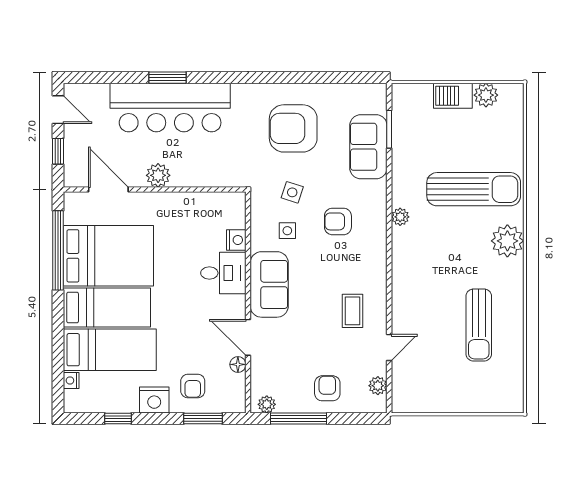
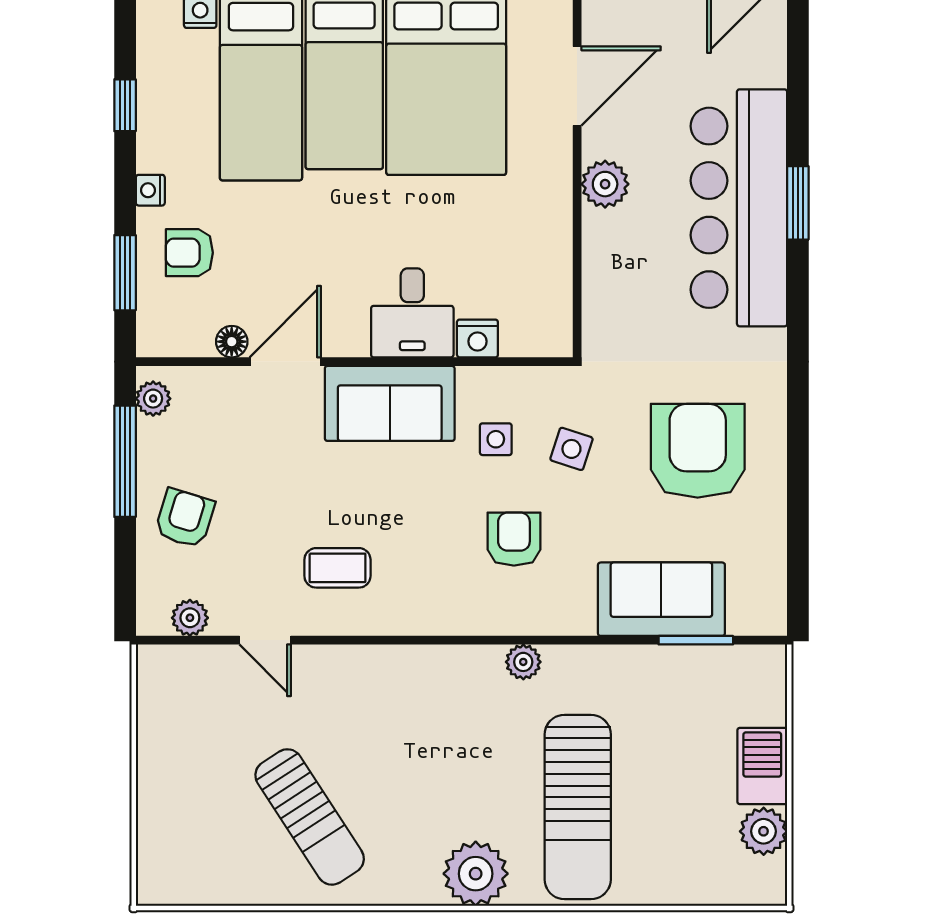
sun lounger: (479, 325) -> (310, 817), turned -123
armchair: (327, 388) -> (185, 518), turned -73
nightstand: (154, 400) -> (150, 190), width x0.53, depth x0.56

